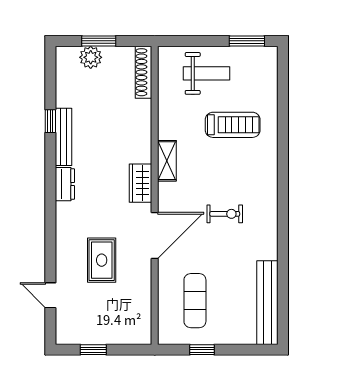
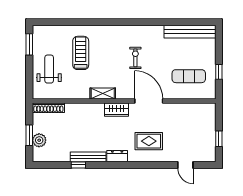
rug: (102, 260) -> (149, 141), moved
door: (50, 295) -> (185, 165), hinge flipped

